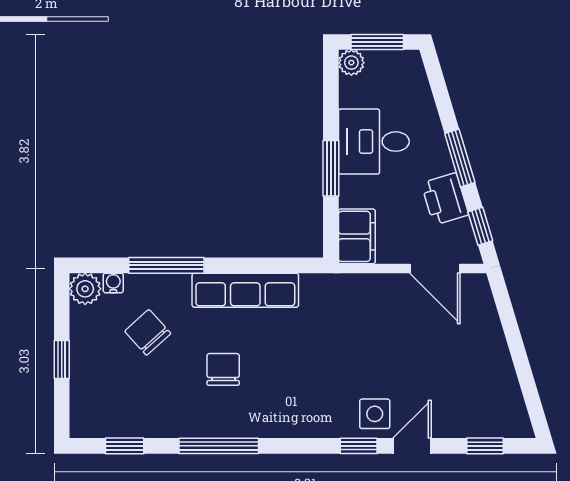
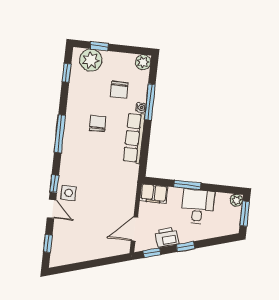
window: (460, 158) -> (185, 247), width x0.67
water cooler: (113, 283) -> (141, 107), moved
chair: (148, 332) -> (119, 90), turned 132
window: (62, 359) -> (99, 46), moved
chair: (223, 369) -> (98, 123), turned -90
plant: (93, 398) -> (91, 60), added
window: (219, 446) -> (60, 134), moved

